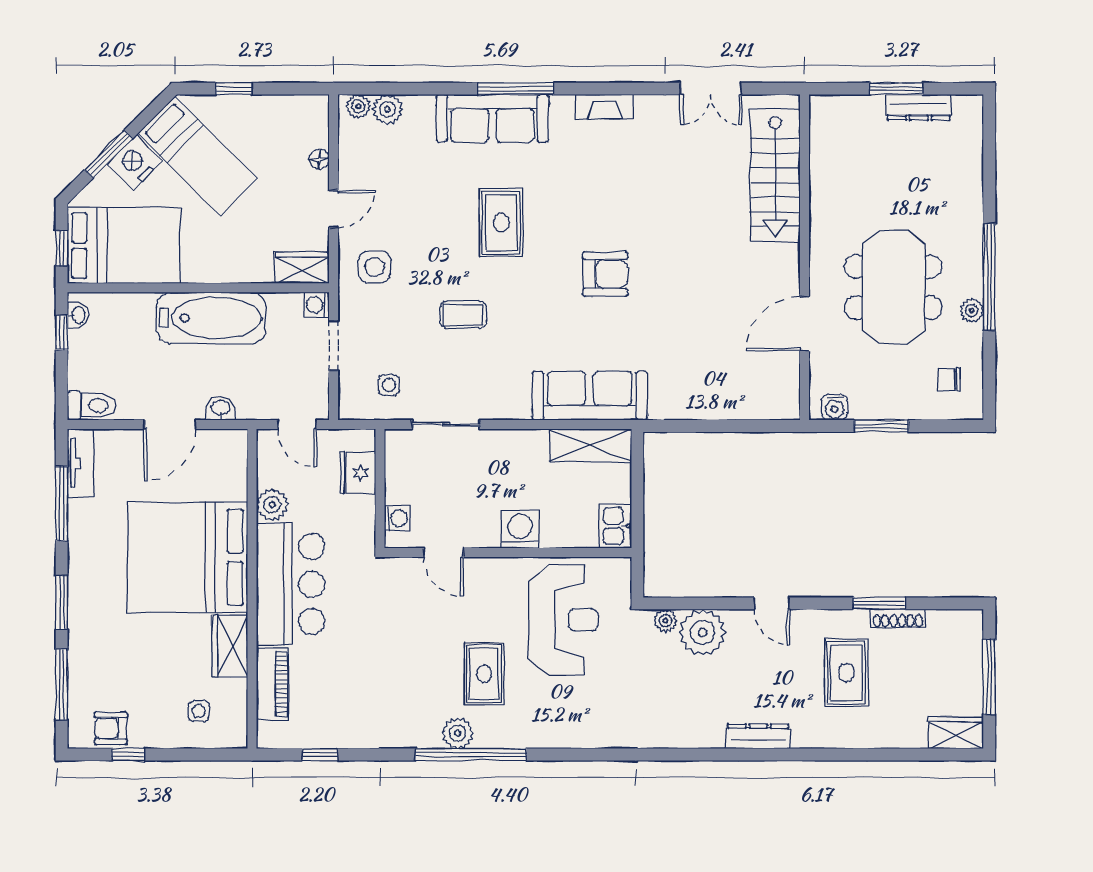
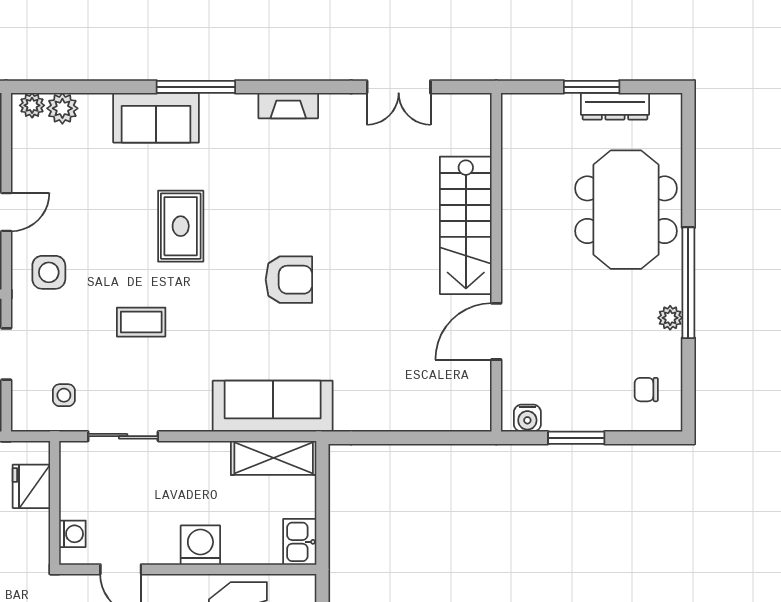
sofa: (492, 118) -> (156, 118), width x0.73
stairs: (775, 175) -> (466, 225), moved
meeting table: (893, 287) -> (626, 210), moved

